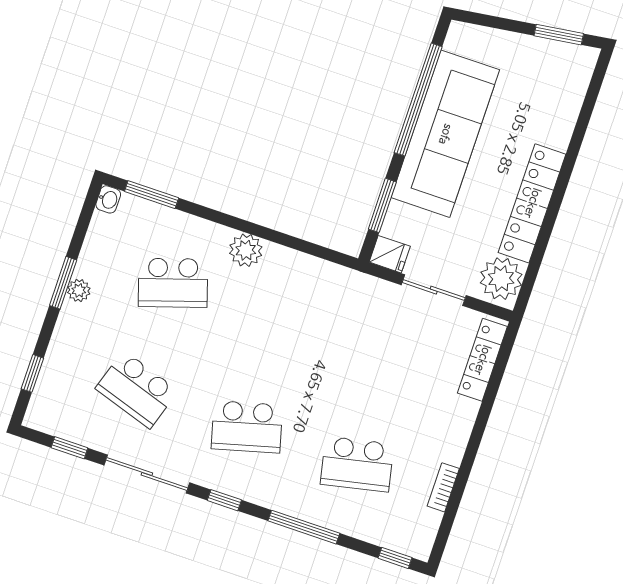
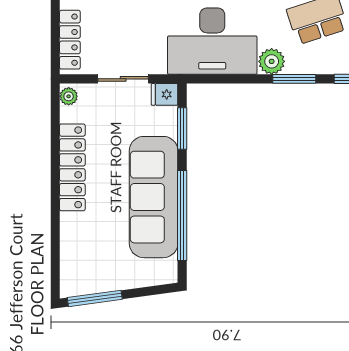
window: (559, 35) -> (95, 298), width x1.44
window: (225, 220) -> (294, 79), added
plant: (501, 279) -> (69, 96), width x0.53, depth x0.53
desk: (310, 299) -> (212, 41), added

